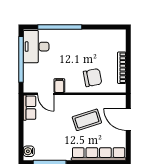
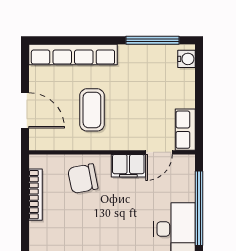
filing cabinet: (59, 86) -> (128, 166), width x2.00
door: (46, 94) -> (159, 152), swing flipped
coffee table: (87, 120) -> (92, 110), turned -72

